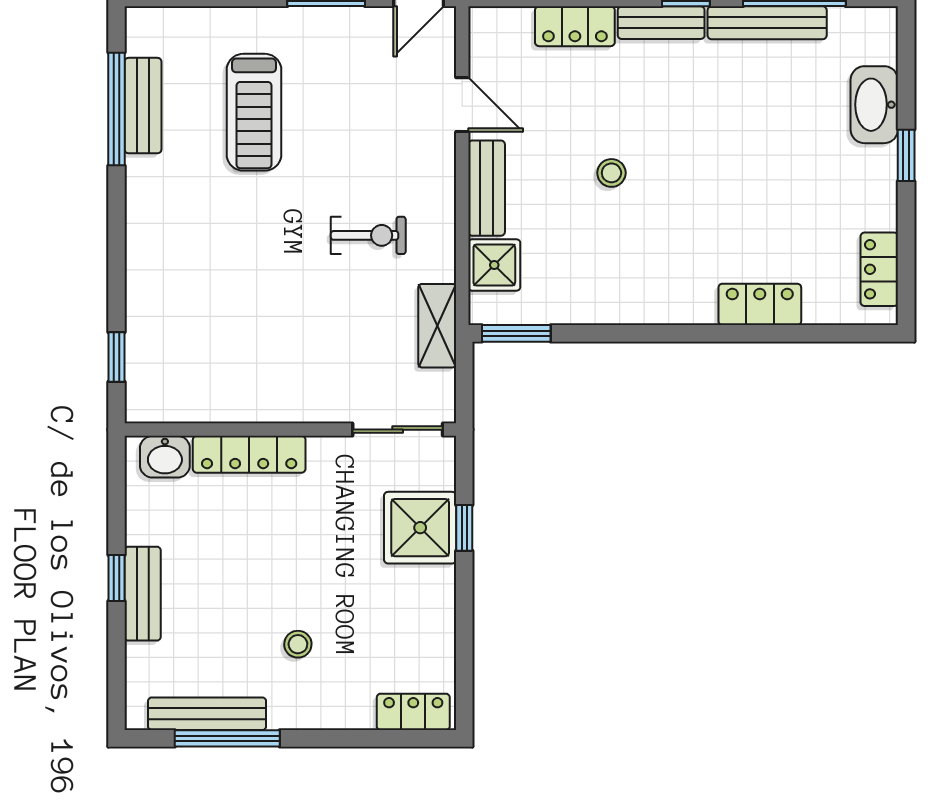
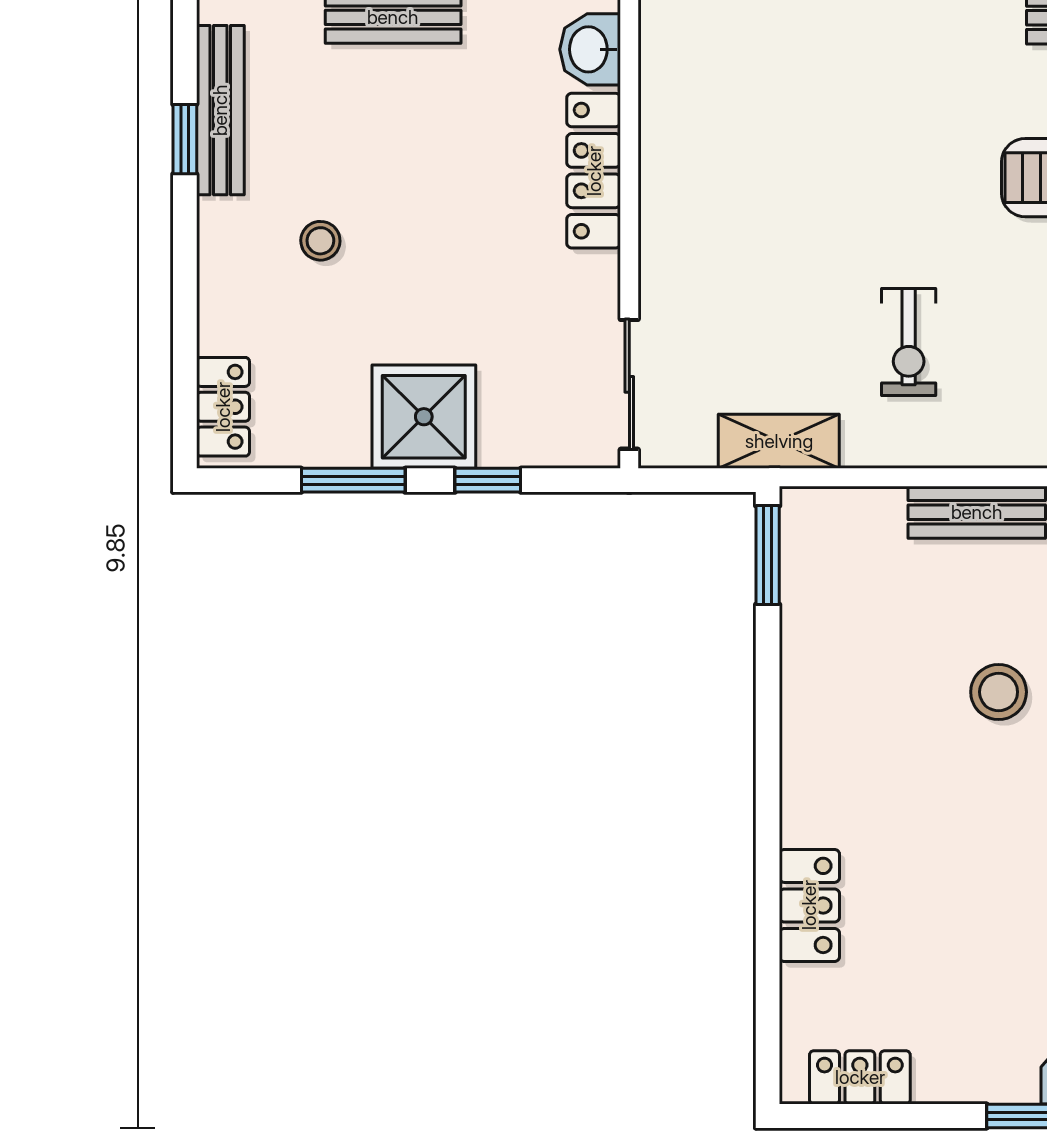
stool: (611, 173) -> (999, 692), width x1.37, depth x1.37
shower: (494, 265) -> (866, 523), removed
shower: (420, 528) -> (424, 417), moved
window: (464, 621) -> (353, 480), added
window: (227, 738) -> (185, 139), width x0.46

